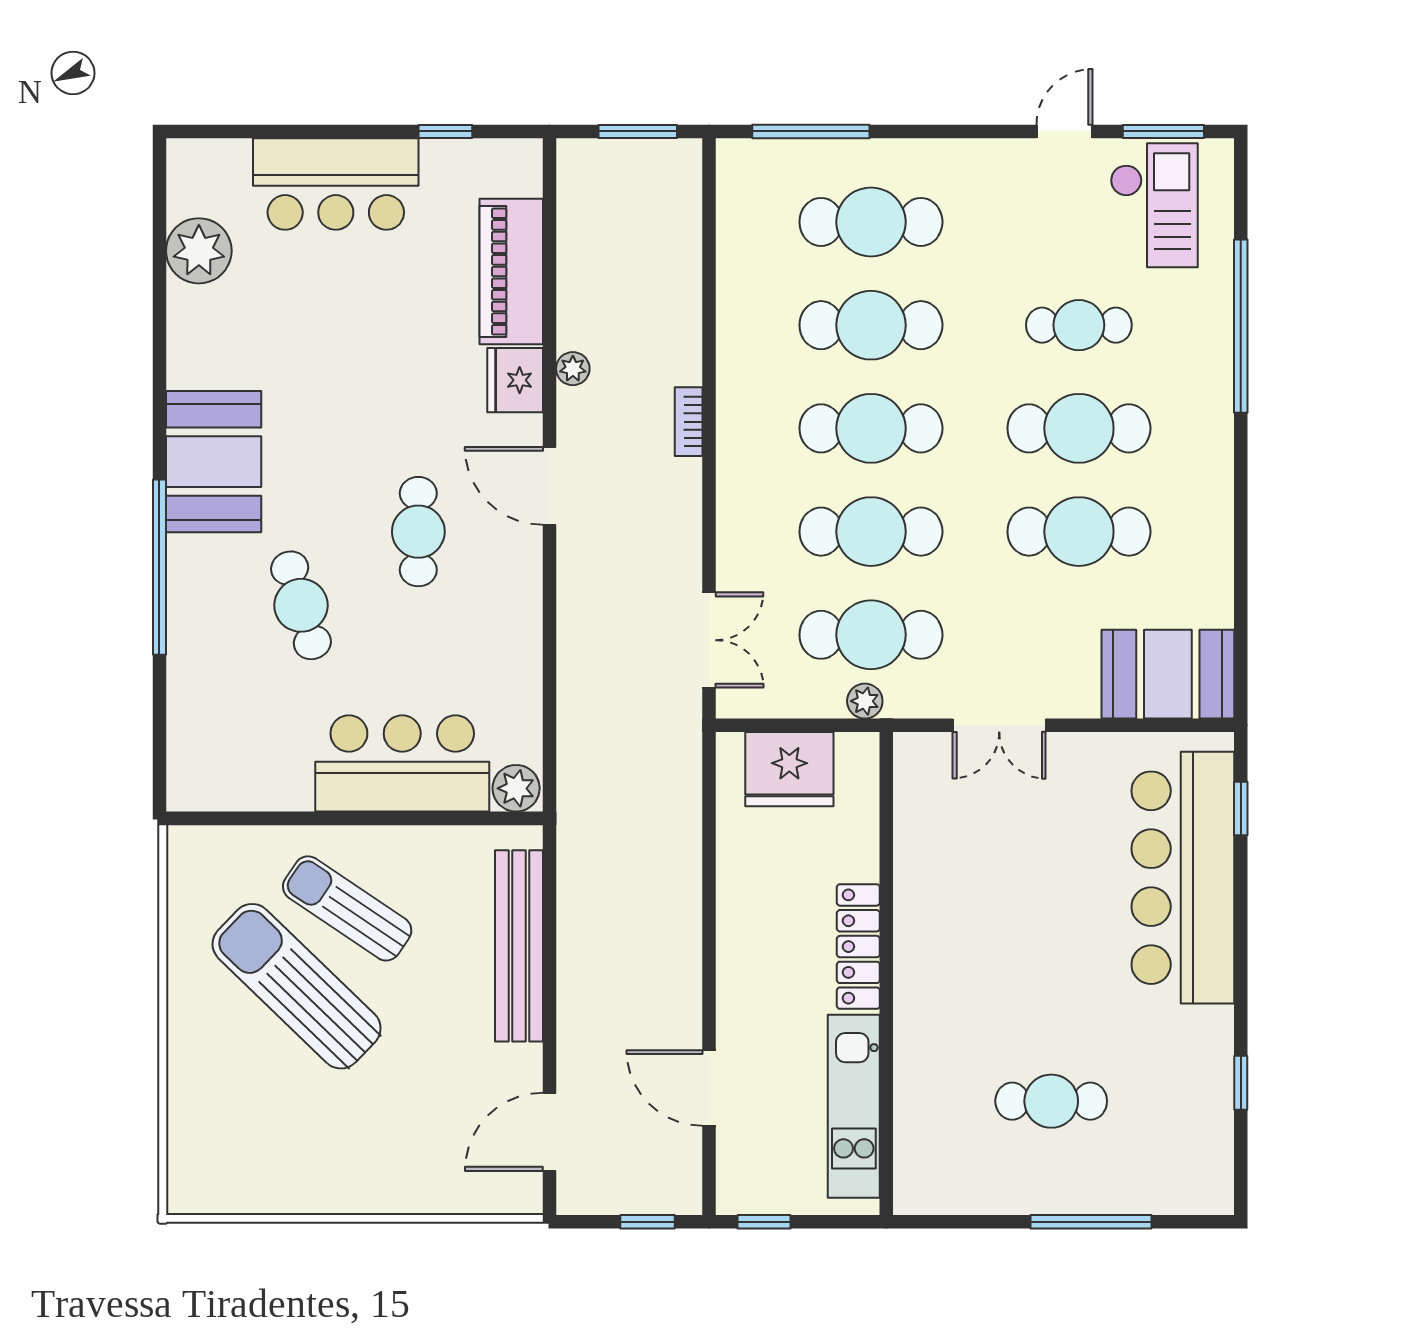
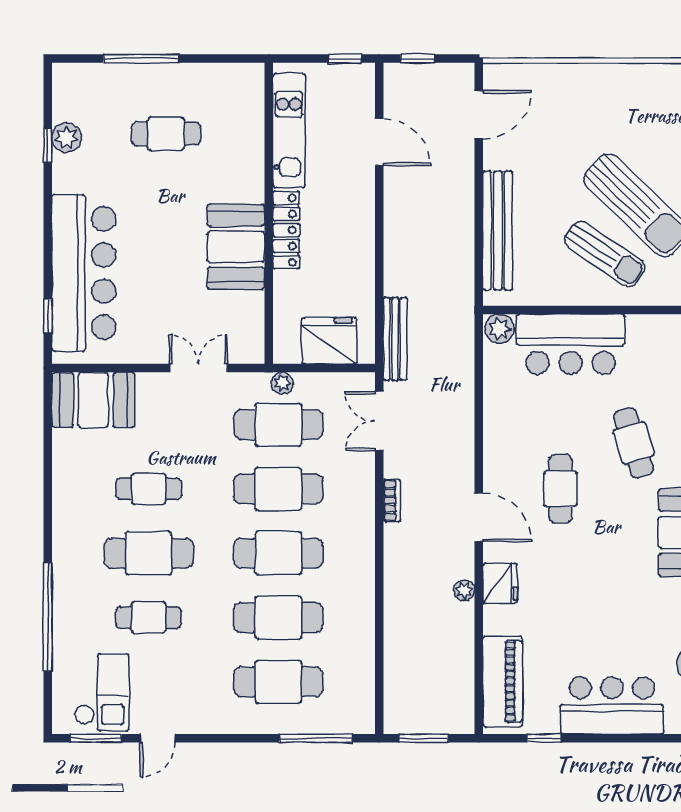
checkout: (1154, 205) -> (102, 692), turned 180
piano: (511, 272) -> (503, 682), moved
bookcase: (689, 422) -> (392, 501), moved
cafe table: (1079, 532) -> (149, 489), width x0.73, depth x0.74
bench: (684, 772) -> (395, 339), added
booth: (939, 920) -> (236, 247), added
plant: (1211, 1095) -> (67, 138), added

